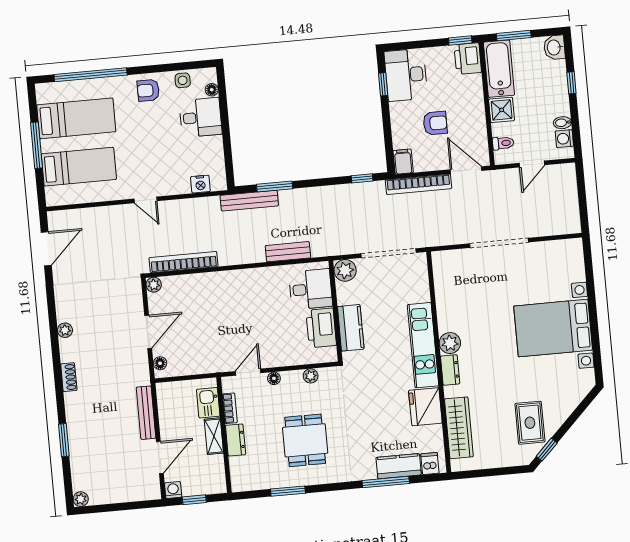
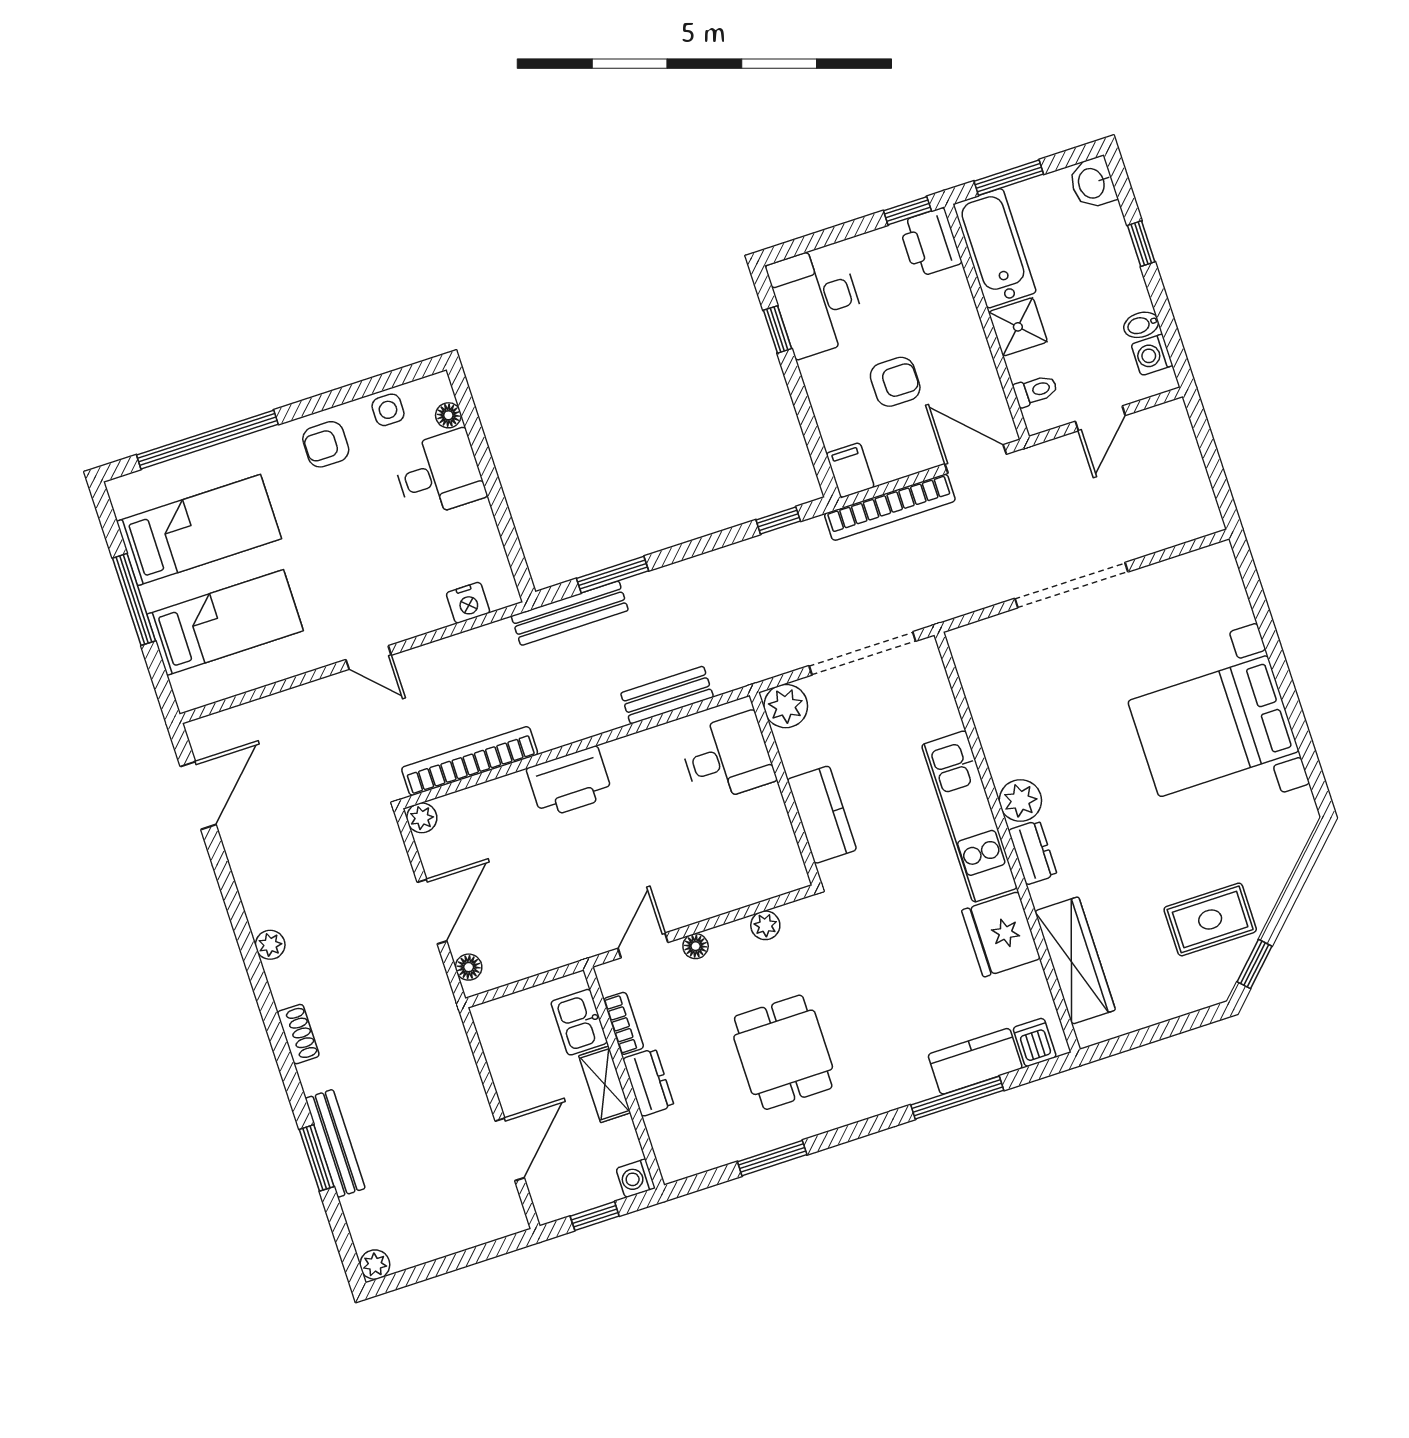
printer: (321, 328) -> (570, 782), moved, turned -90
bench: (146, 413) -> (335, 1143), moved
rug: (530, 423) -> (1210, 919), turned 90
washing machine: (173, 490) -> (636, 1178), moved, turned -90

